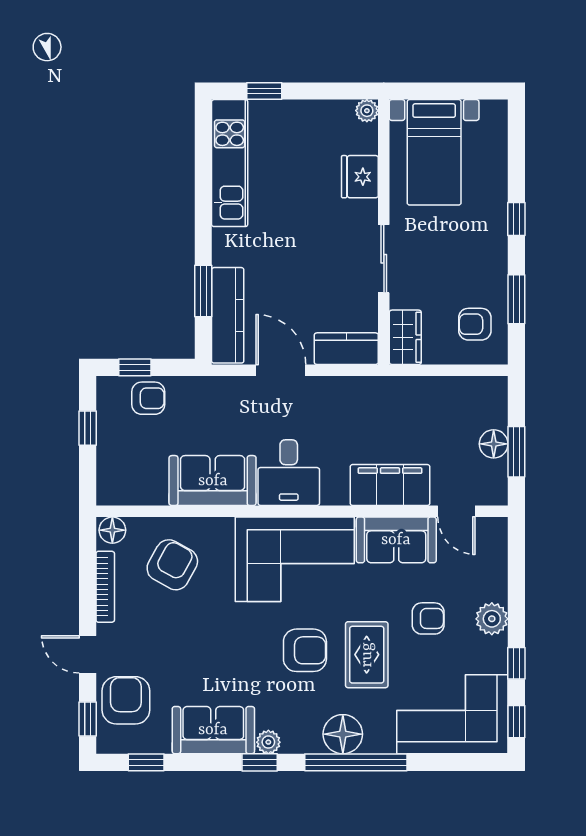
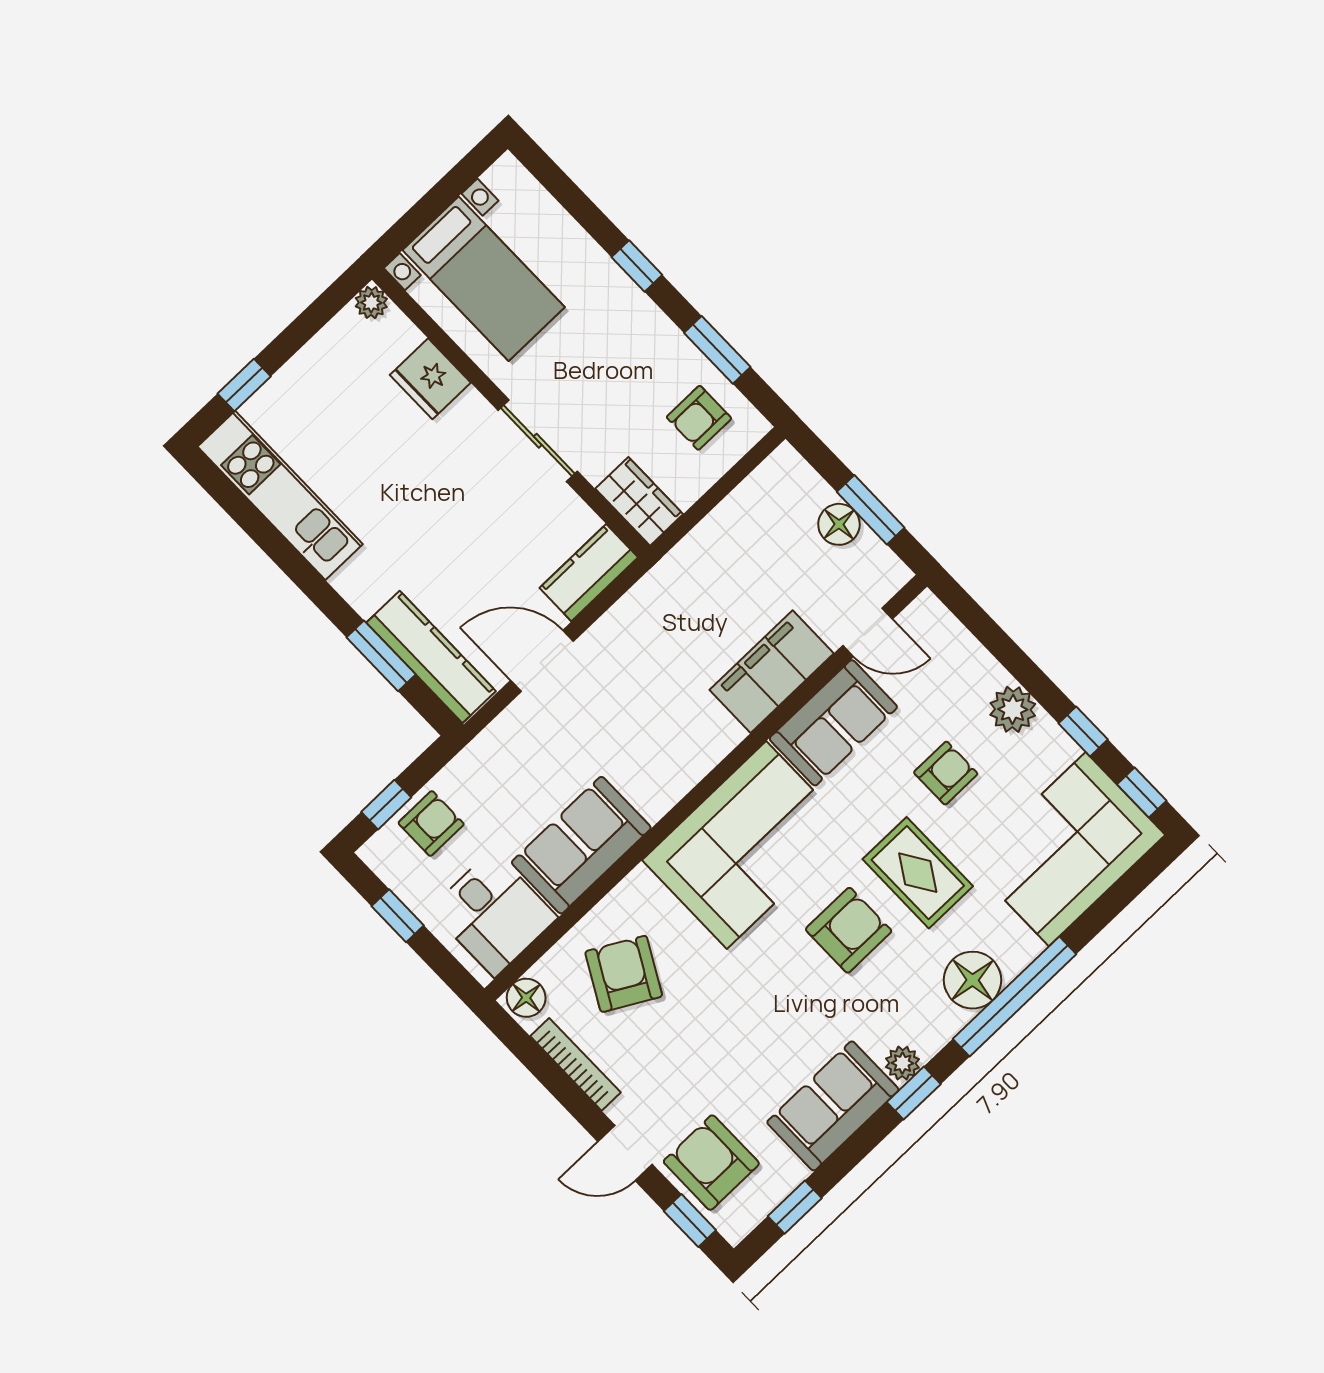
desk: (289, 473) -> (494, 913), moved

